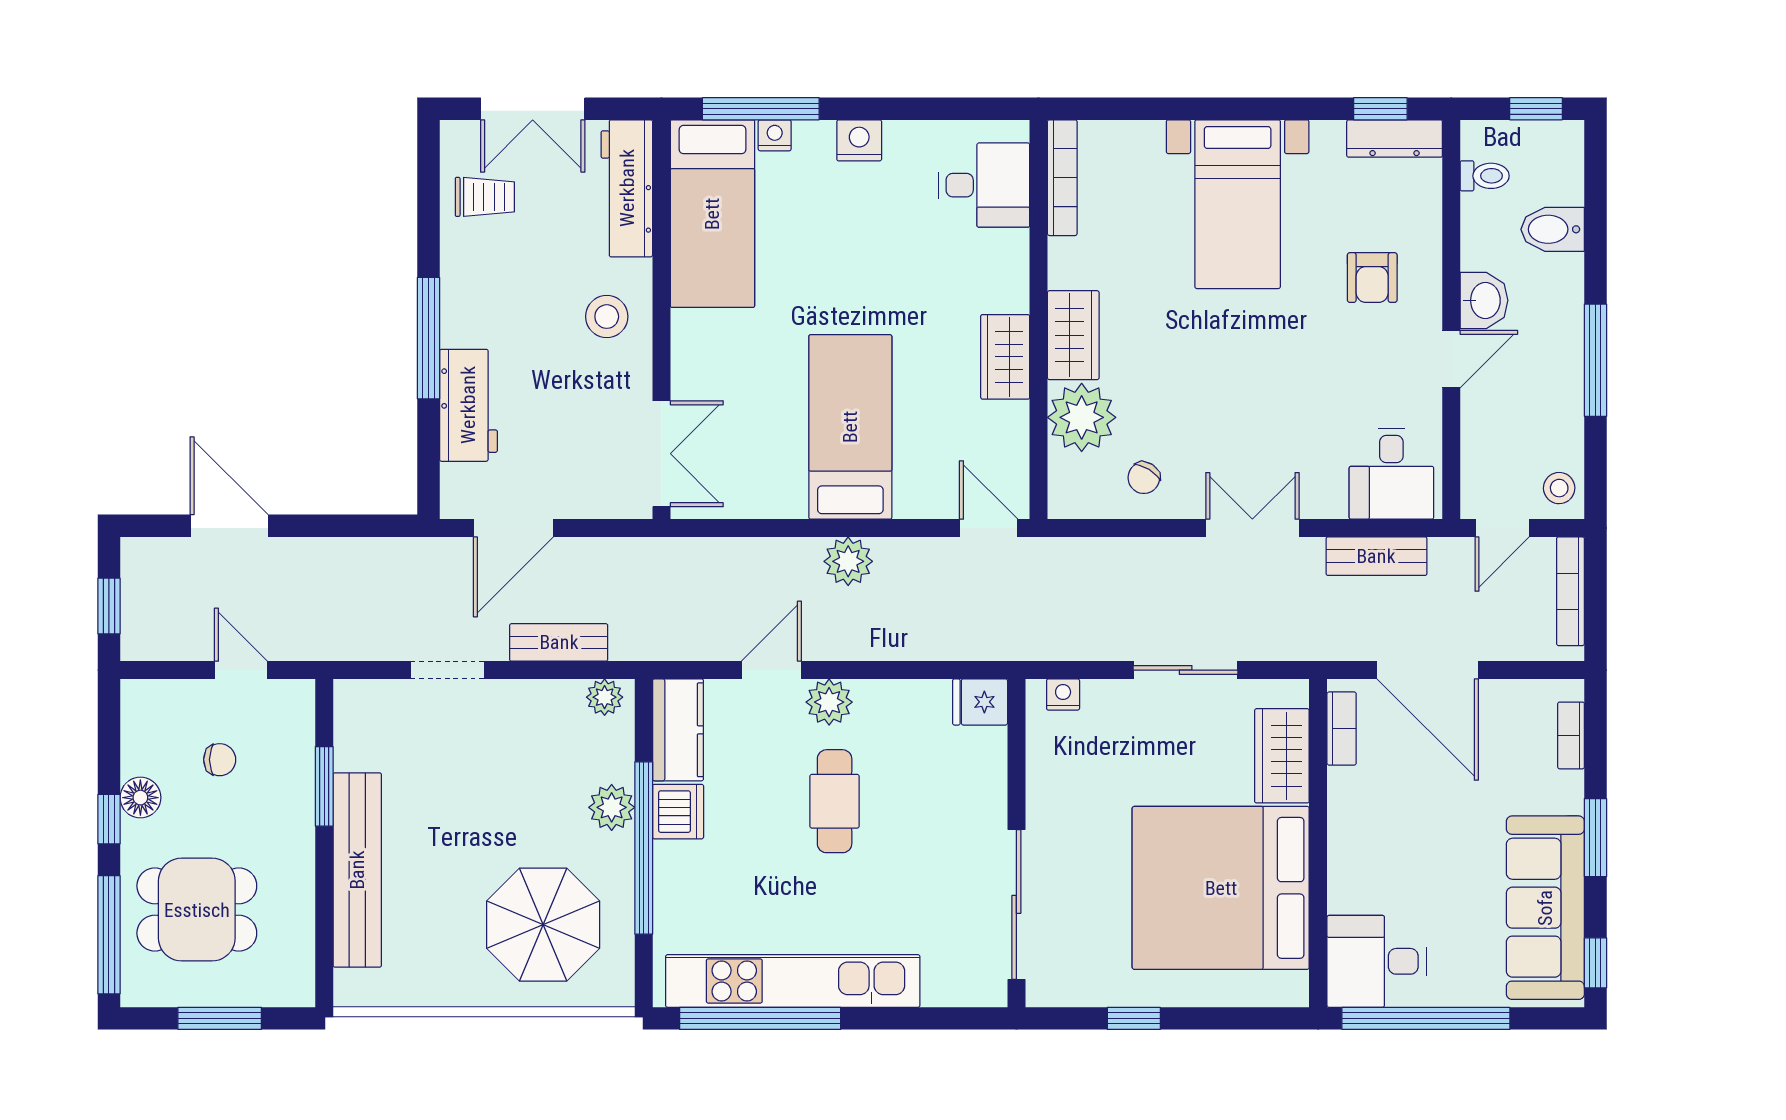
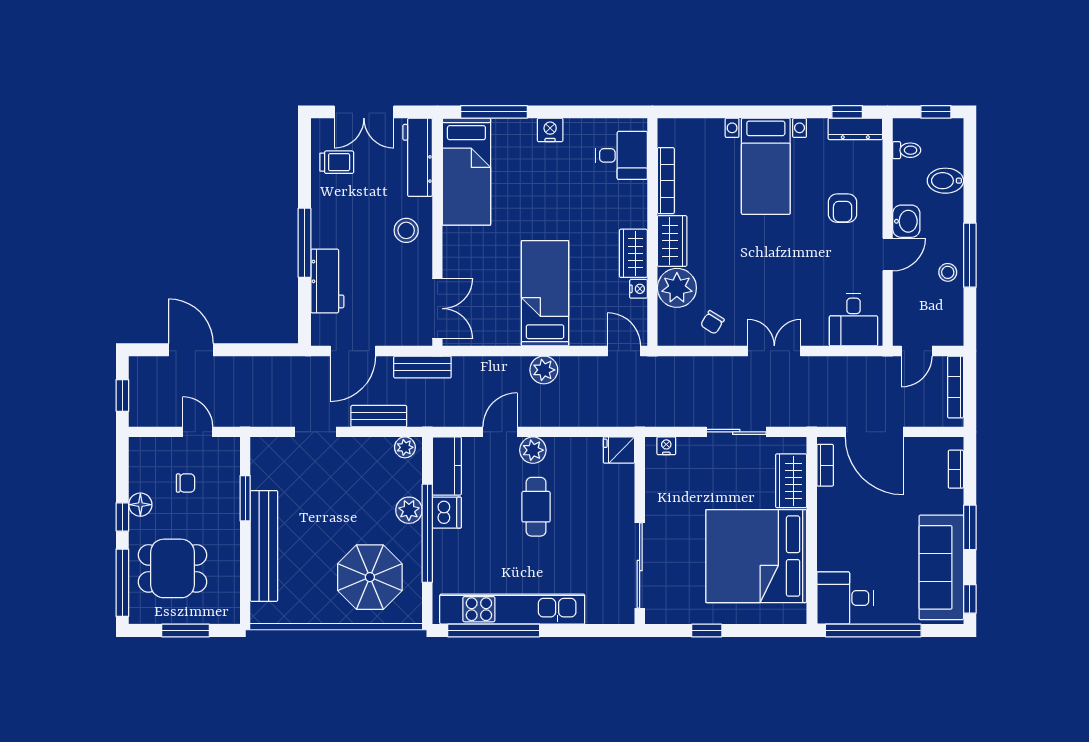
nightstand: (775, 135) -> (638, 289), moved, turned 90
bookcase: (1062, 178) -> (666, 181), moved
stool: (1559, 488) -> (948, 272), moved
bench: (1376, 556) -> (422, 367), moved

